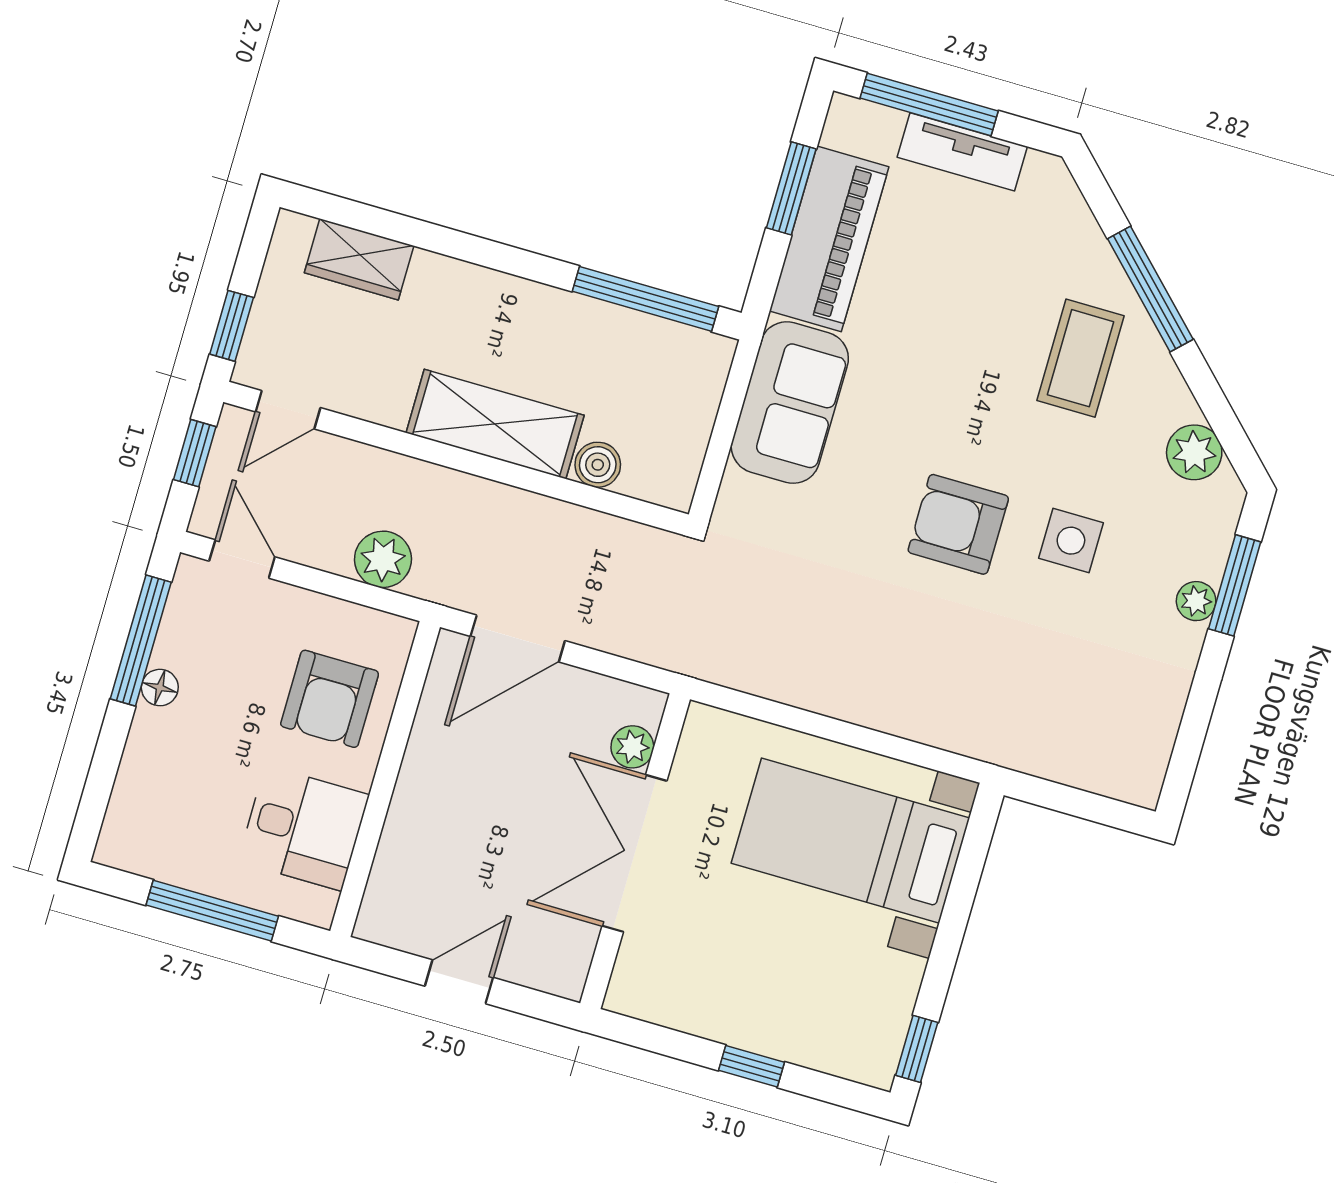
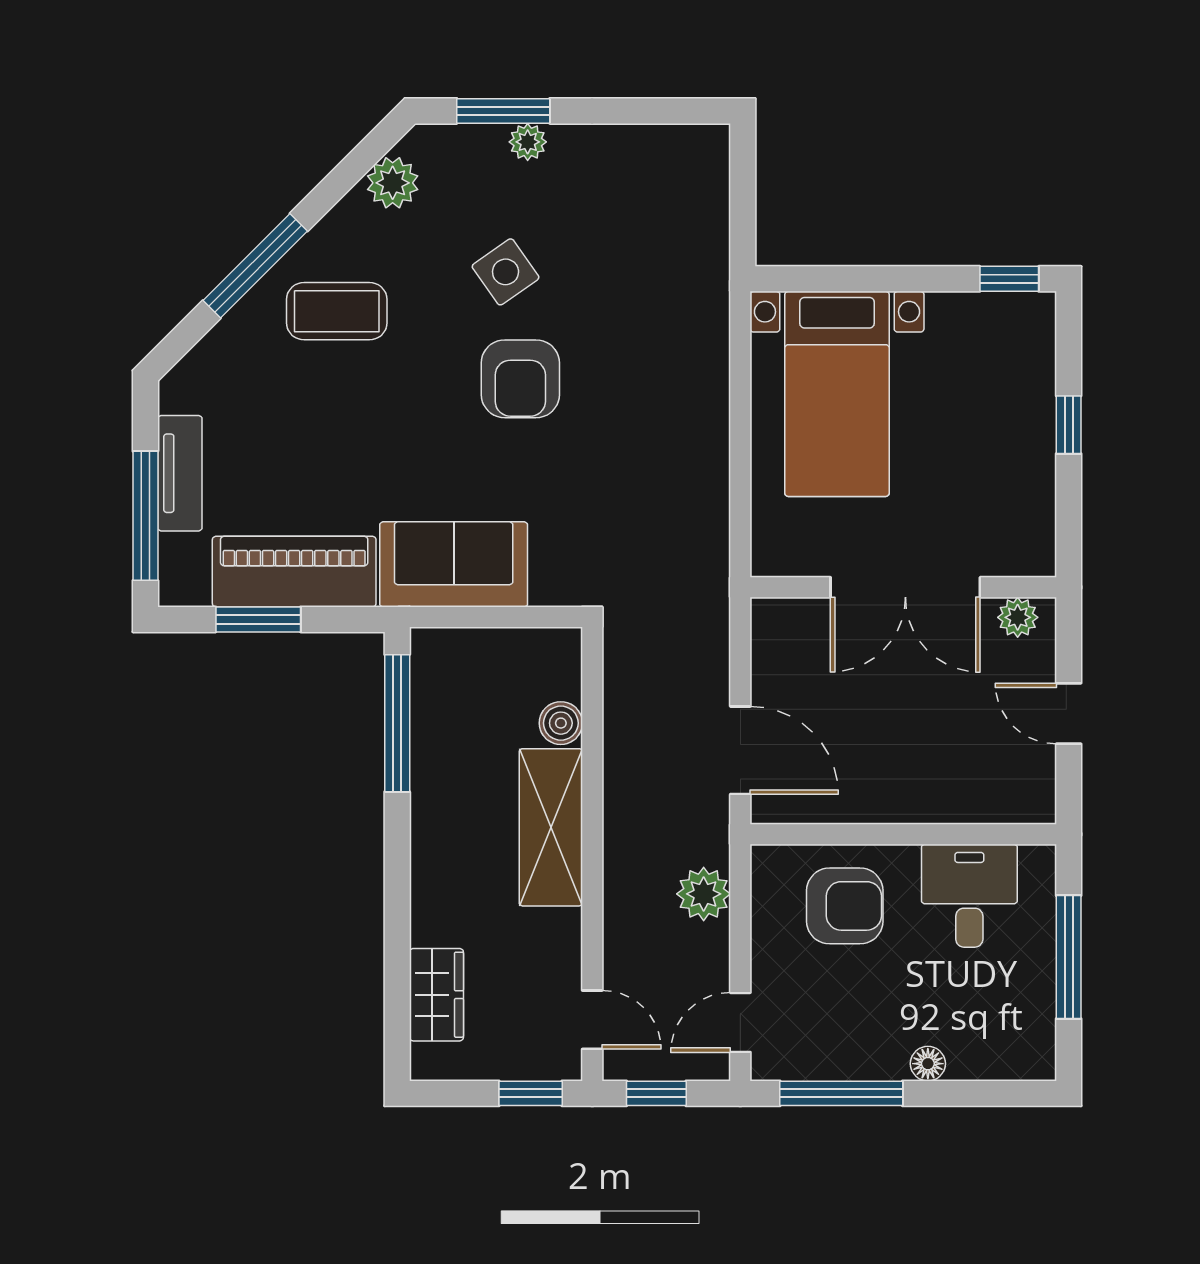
side table: (1071, 541) -> (506, 272), turned -35
floor lamp: (160, 688) -> (928, 1064), moved
plant: (632, 747) -> (1018, 617), moved

